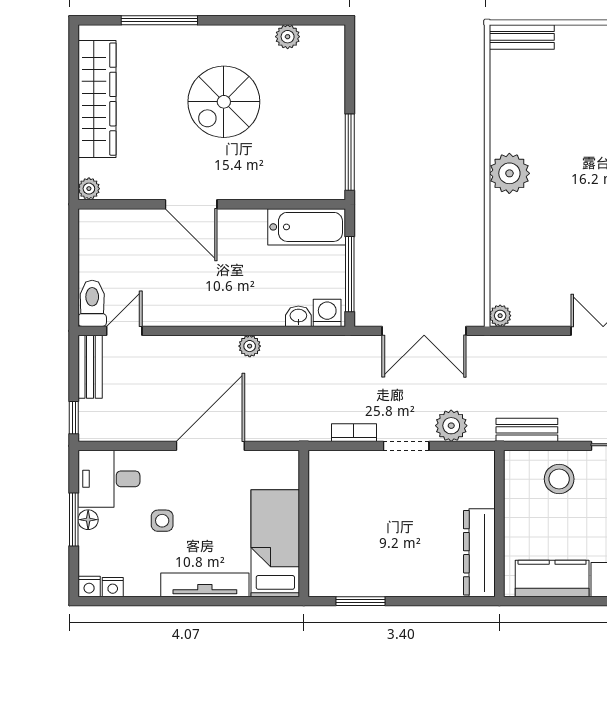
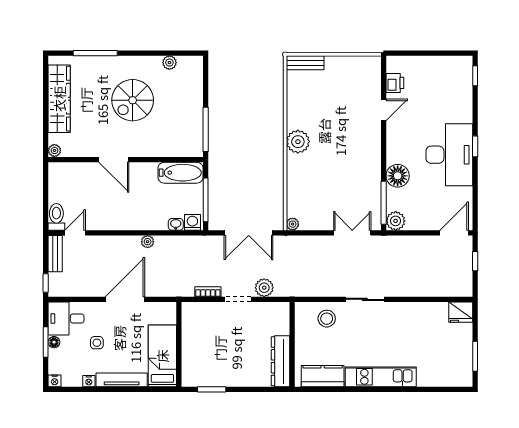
bench: (527, 430) -> (308, 290), removed
nightstand: (113, 587) -> (89, 381), moved

